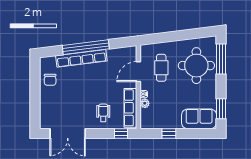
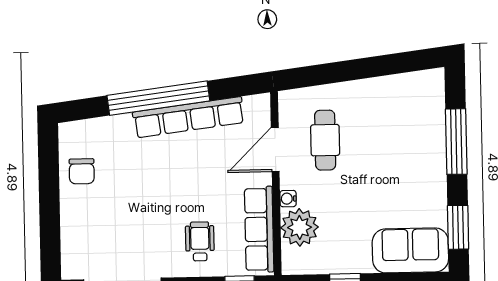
row of seats: (81, 58) -> (189, 117), moved
window: (221, 59) -> (456, 142), moved
round table: (196, 66) -> (402, 133), removed
plant: (145, 103) -> (300, 227), width x1.88, depth x1.88

